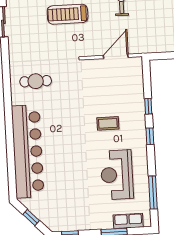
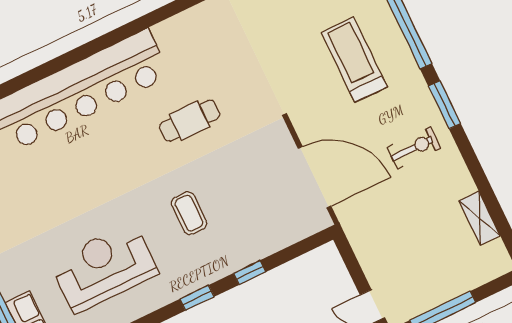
door: (116, 56) -> (315, 177), width x1.36
cafe table: (36, 81) -> (190, 121), moved, turned 90

